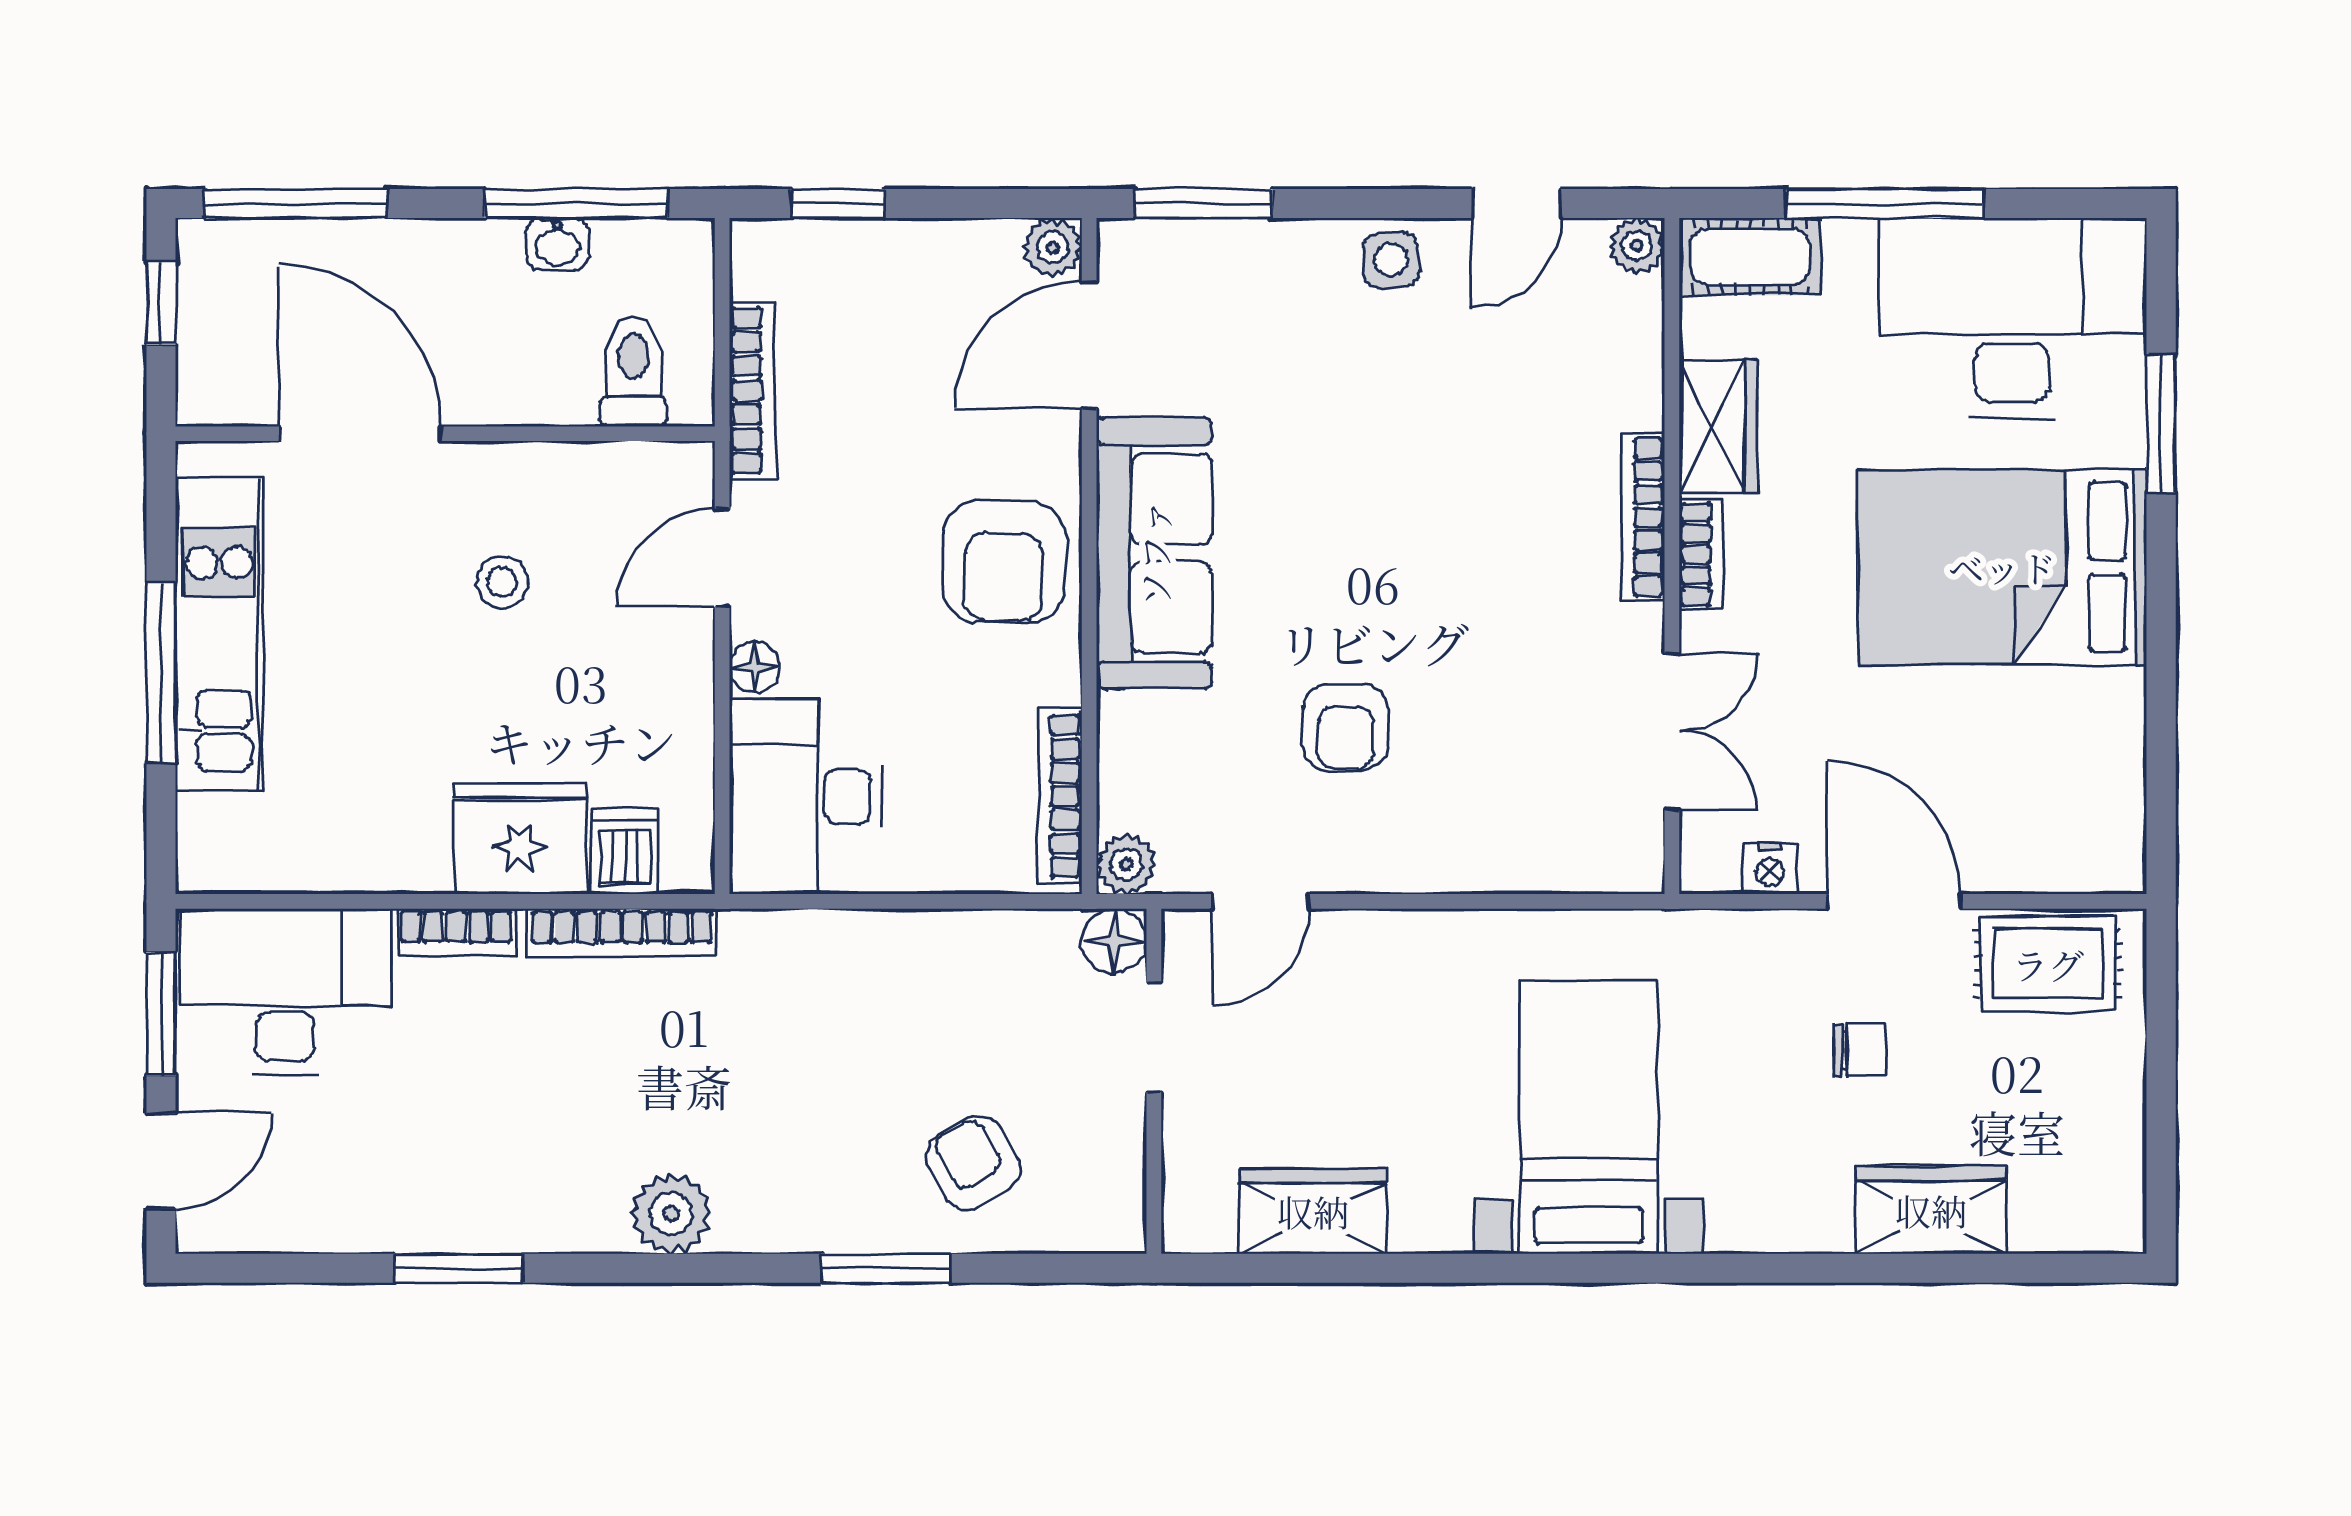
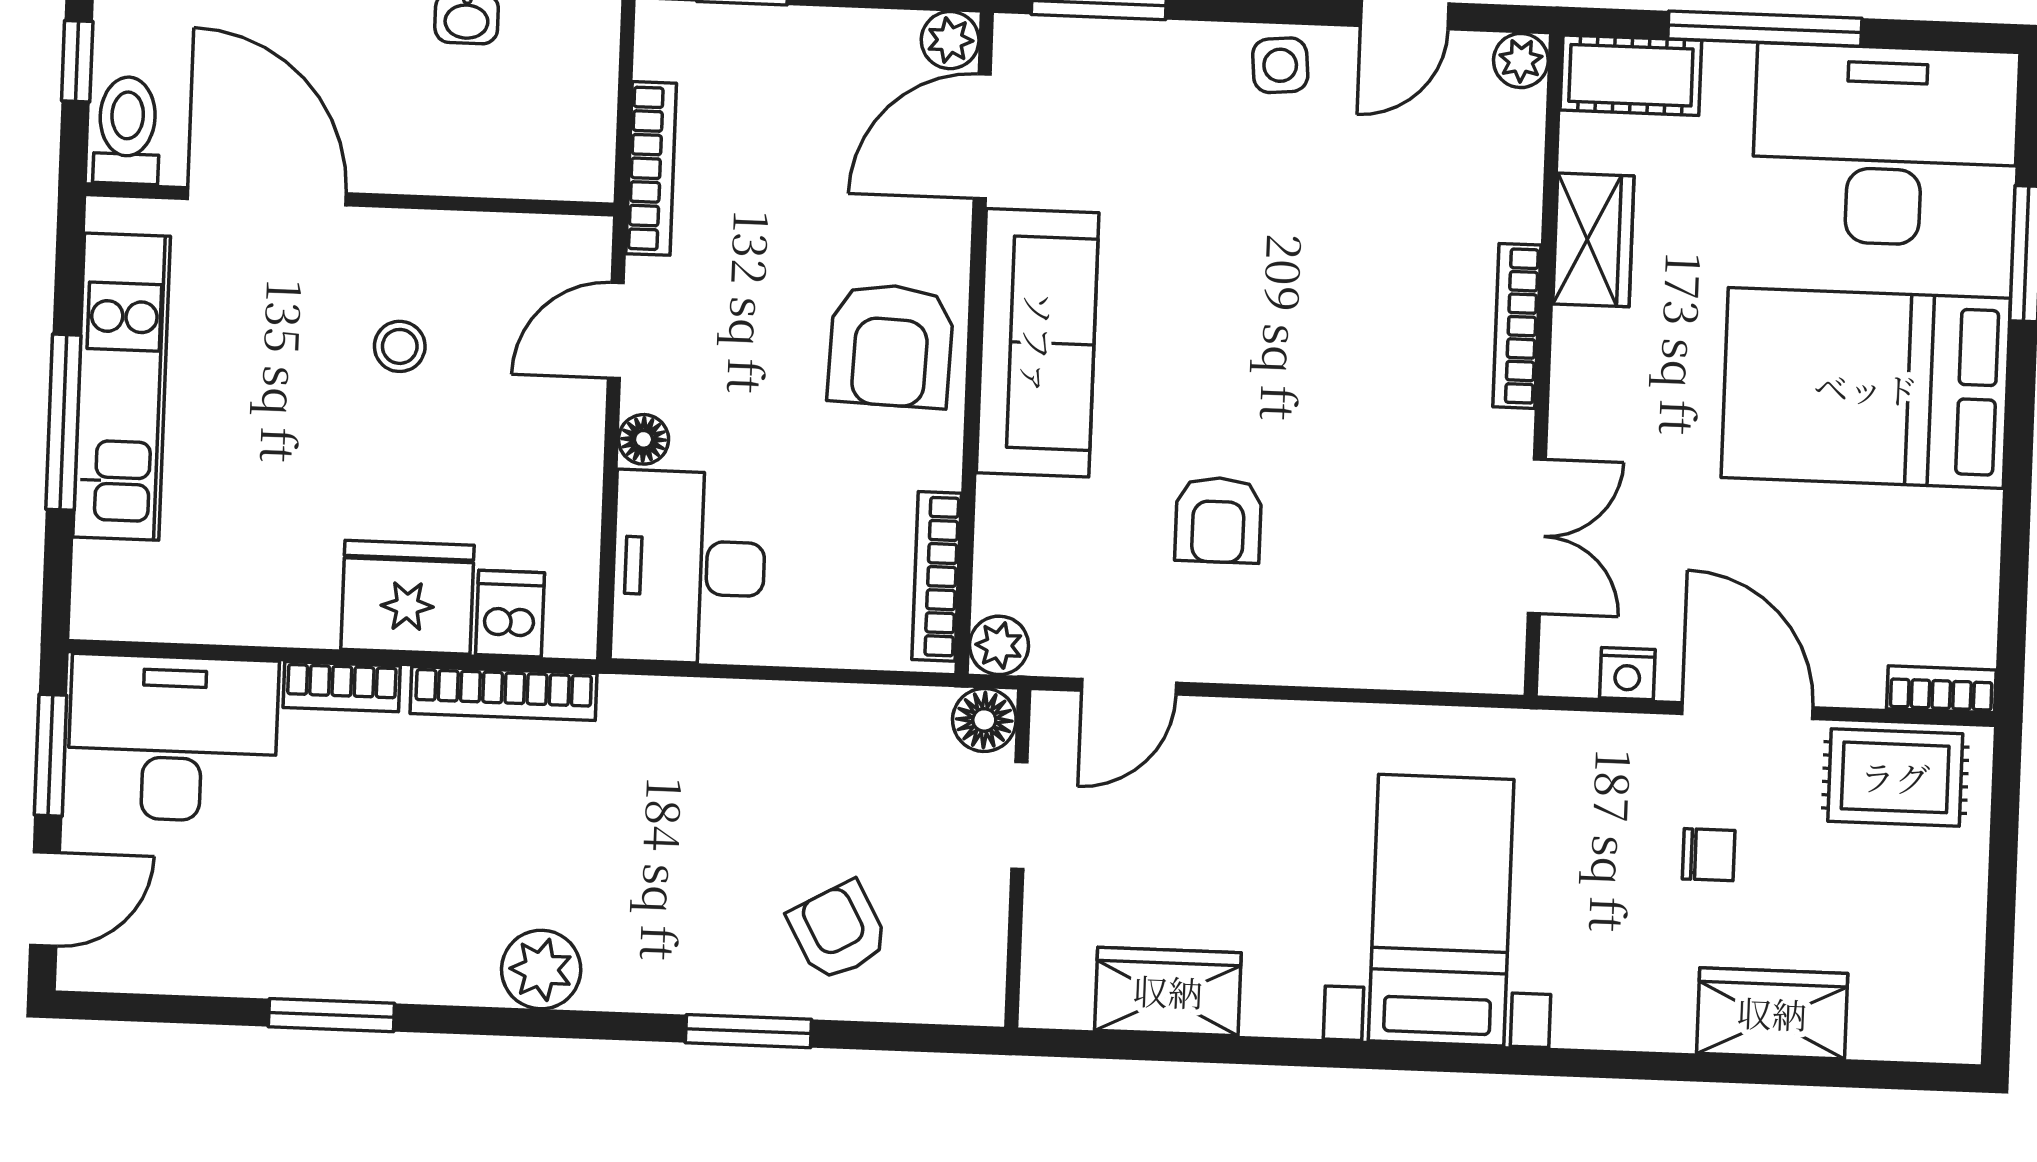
toilet: (633, 372) -> (127, 130), moved
bookcase: (1701, 554) -> (1941, 689), moved, turned -90

